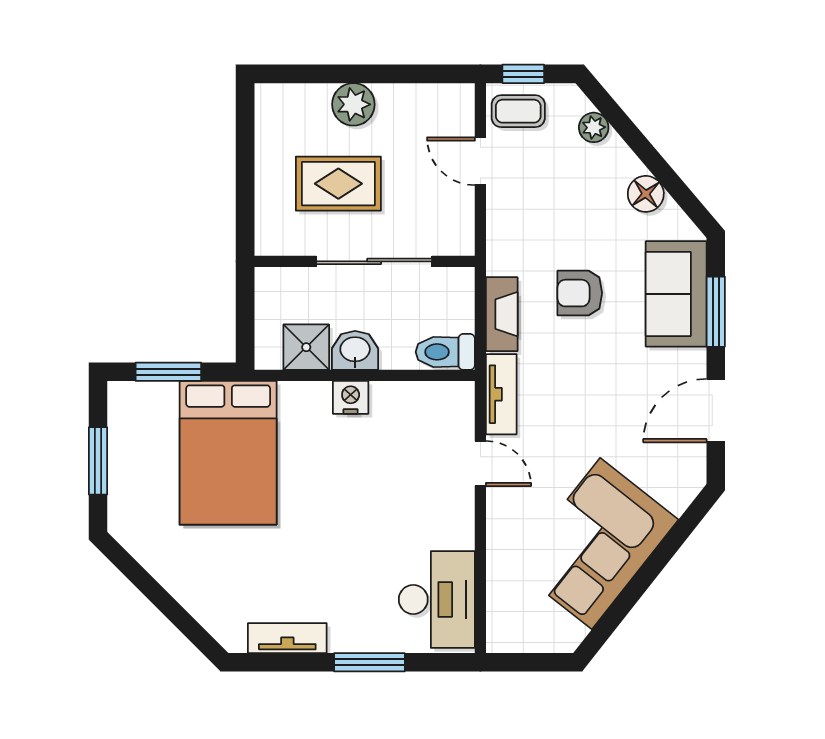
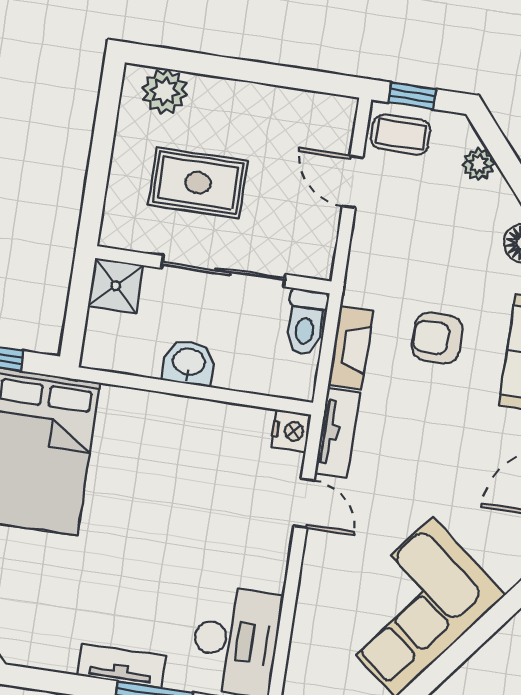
plant: (353, 104) -> (165, 91), moved
shower: (306, 347) -> (116, 286), moved
toilet: (445, 352) -> (306, 322), moved, turned -90
nightstand: (351, 397) -> (291, 431), moved, turned 90
tv unit: (287, 638) -> (121, 666), moved

